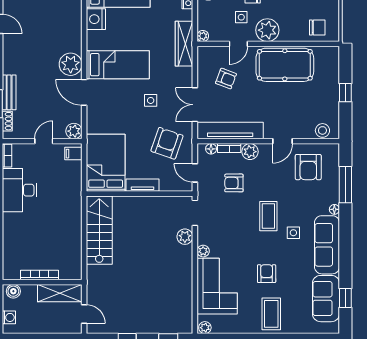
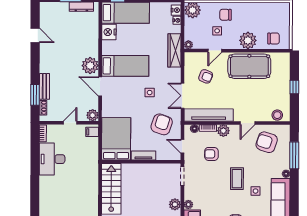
plant: (267, 30) -> (248, 40), moved
armchair: (308, 167) -> (267, 142), turned 108
plant: (185, 237) -> (175, 204), moved

